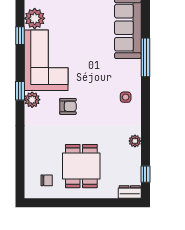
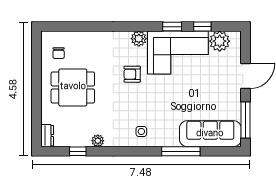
window: (20, 91) -> (172, 27), moved
armchair: (68, 106) -> (132, 74), turned 90
window: (145, 174) -> (78, 151), moved

